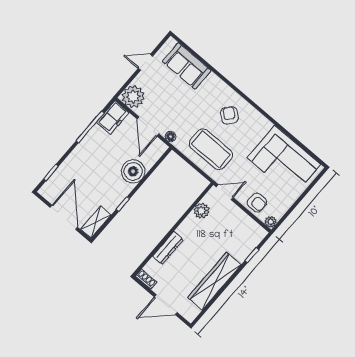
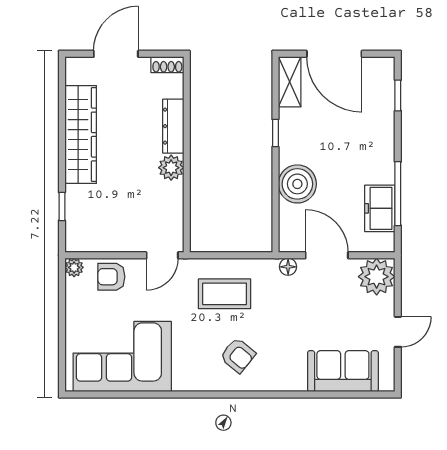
freezer: (113, 117) -> (380, 208), moved
coffee table: (211, 149) -> (225, 294), width x0.73, depth x0.76
plant: (202, 211) -> (171, 168), moved

